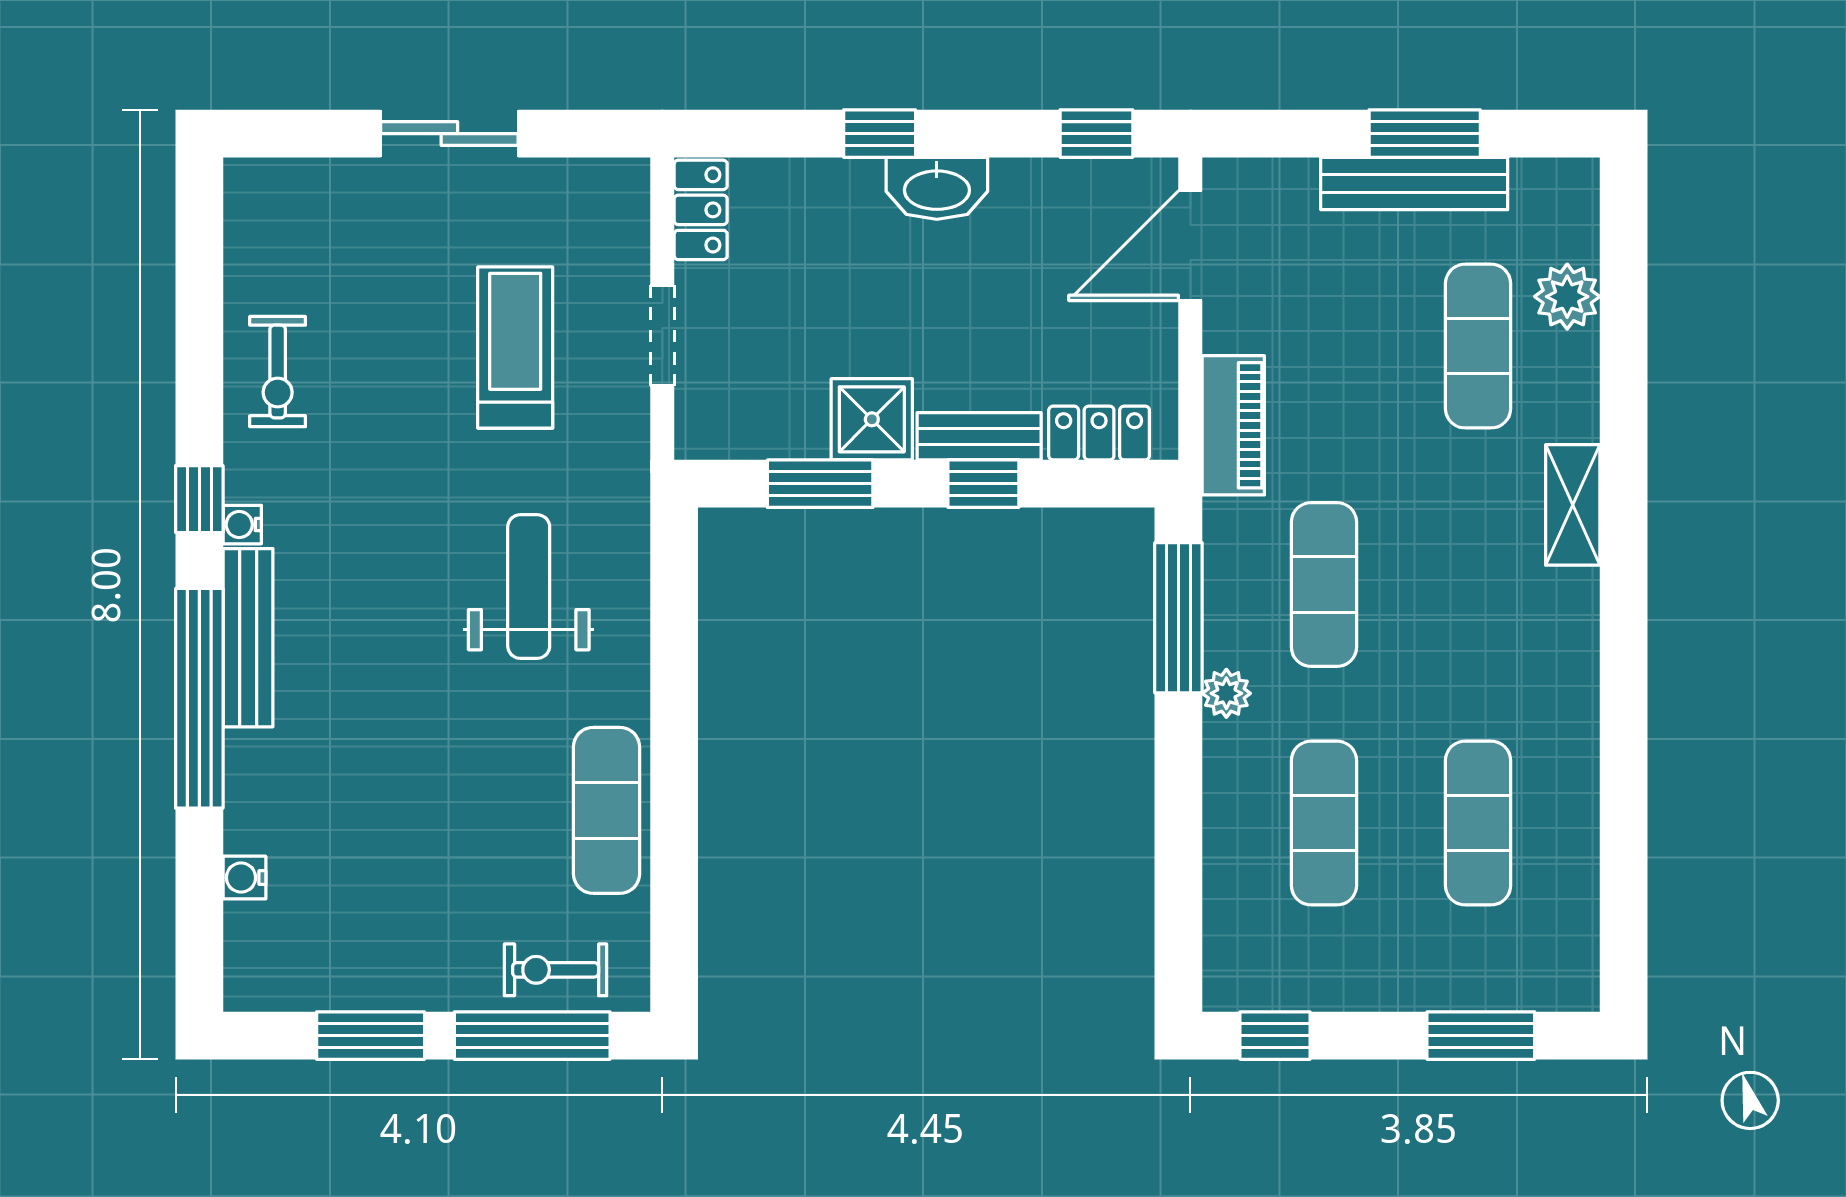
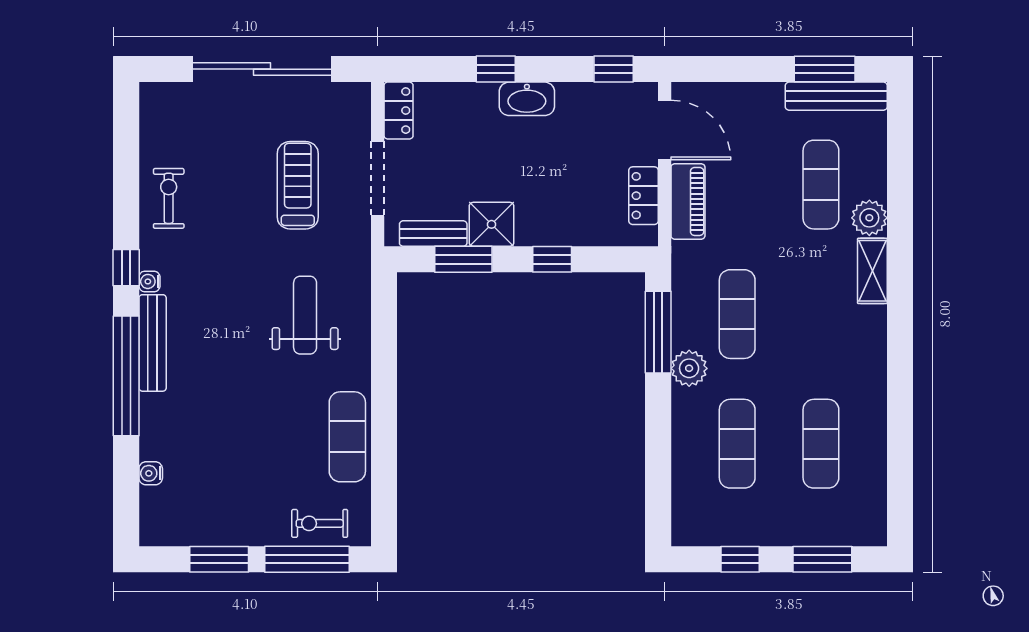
sliding door: (449, 134) -> (262, 69), width x1.86
window: (1425, 134) -> (825, 69), moved
bench: (1414, 183) -> (836, 96), moved
door: (1190, 246) -> (665, 130), swing flipped
plant: (1567, 297) -> (869, 218), moved
doorway: (662, 336) -> (378, 179), width x1.38
exercise bike: (278, 372) -> (169, 198), turned 180
piano: (1233, 425) -> (688, 201), moved
locker: (1099, 433) -> (644, 196), moved, turned -90
bench: (979, 436) -> (433, 234), moved
plant: (1226, 693) -> (689, 368), width x1.38, depth x1.38
window: (1275, 1036) -> (740, 559), moved

